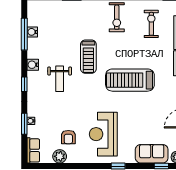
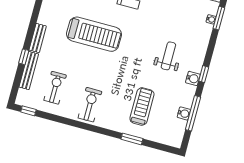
exercise bike: (151, 24) -> (55, 88), turned 180
treadmill: (88, 57) -> (142, 106), moved
window: (24, 84) -> (204, 74), moved

